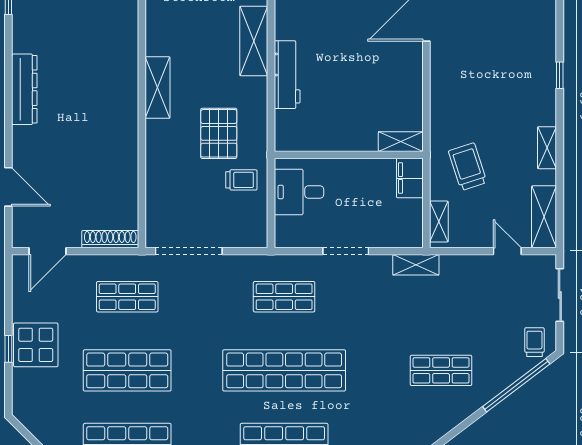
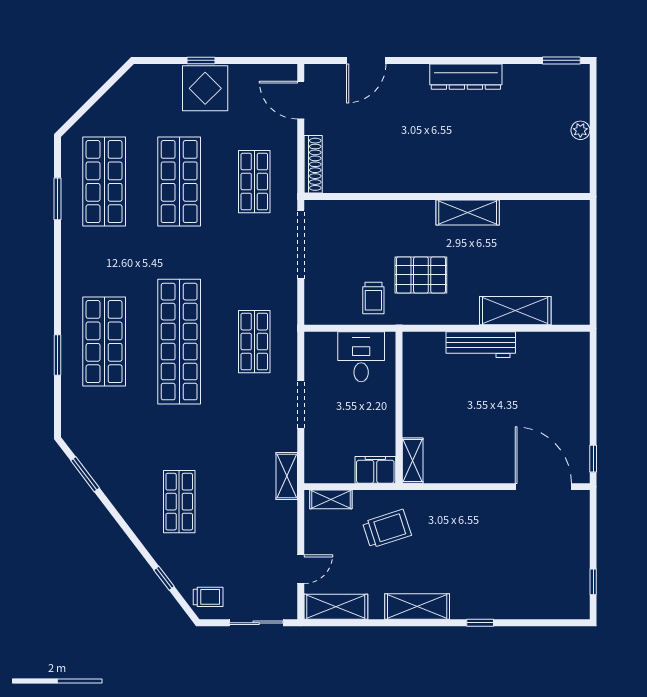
shelving: (547, 148) -> (417, 607), width x1.50, depth x1.33
window: (516, 385) -> (164, 578), width x0.32

